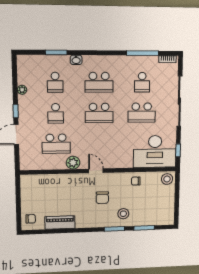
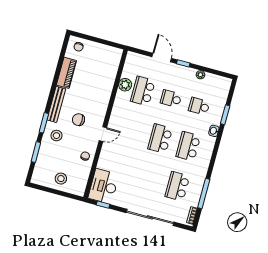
school desk: (142, 82) -> (177, 186), width x1.85
school desk: (142, 113) -> (149, 179), removed
desk: (155, 151) -> (104, 186), width x0.73, depth x0.77
plant: (73, 163) -> (125, 85), moved
door: (96, 171) -> (103, 134), moved
stool: (167, 179) -> (61, 179), moved
bench: (93, 223) -> (56, 104), added

